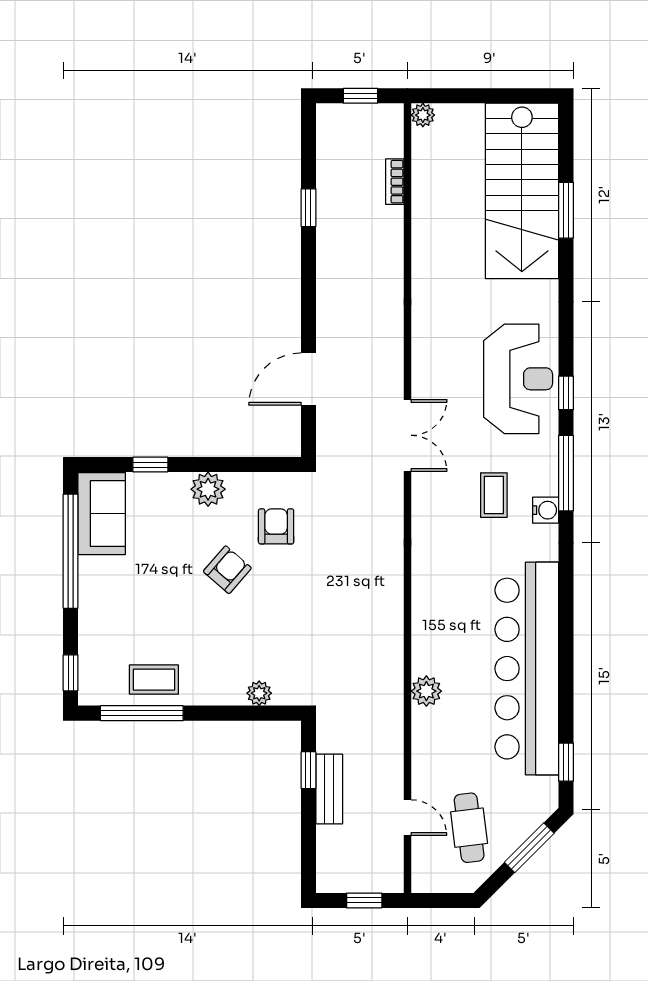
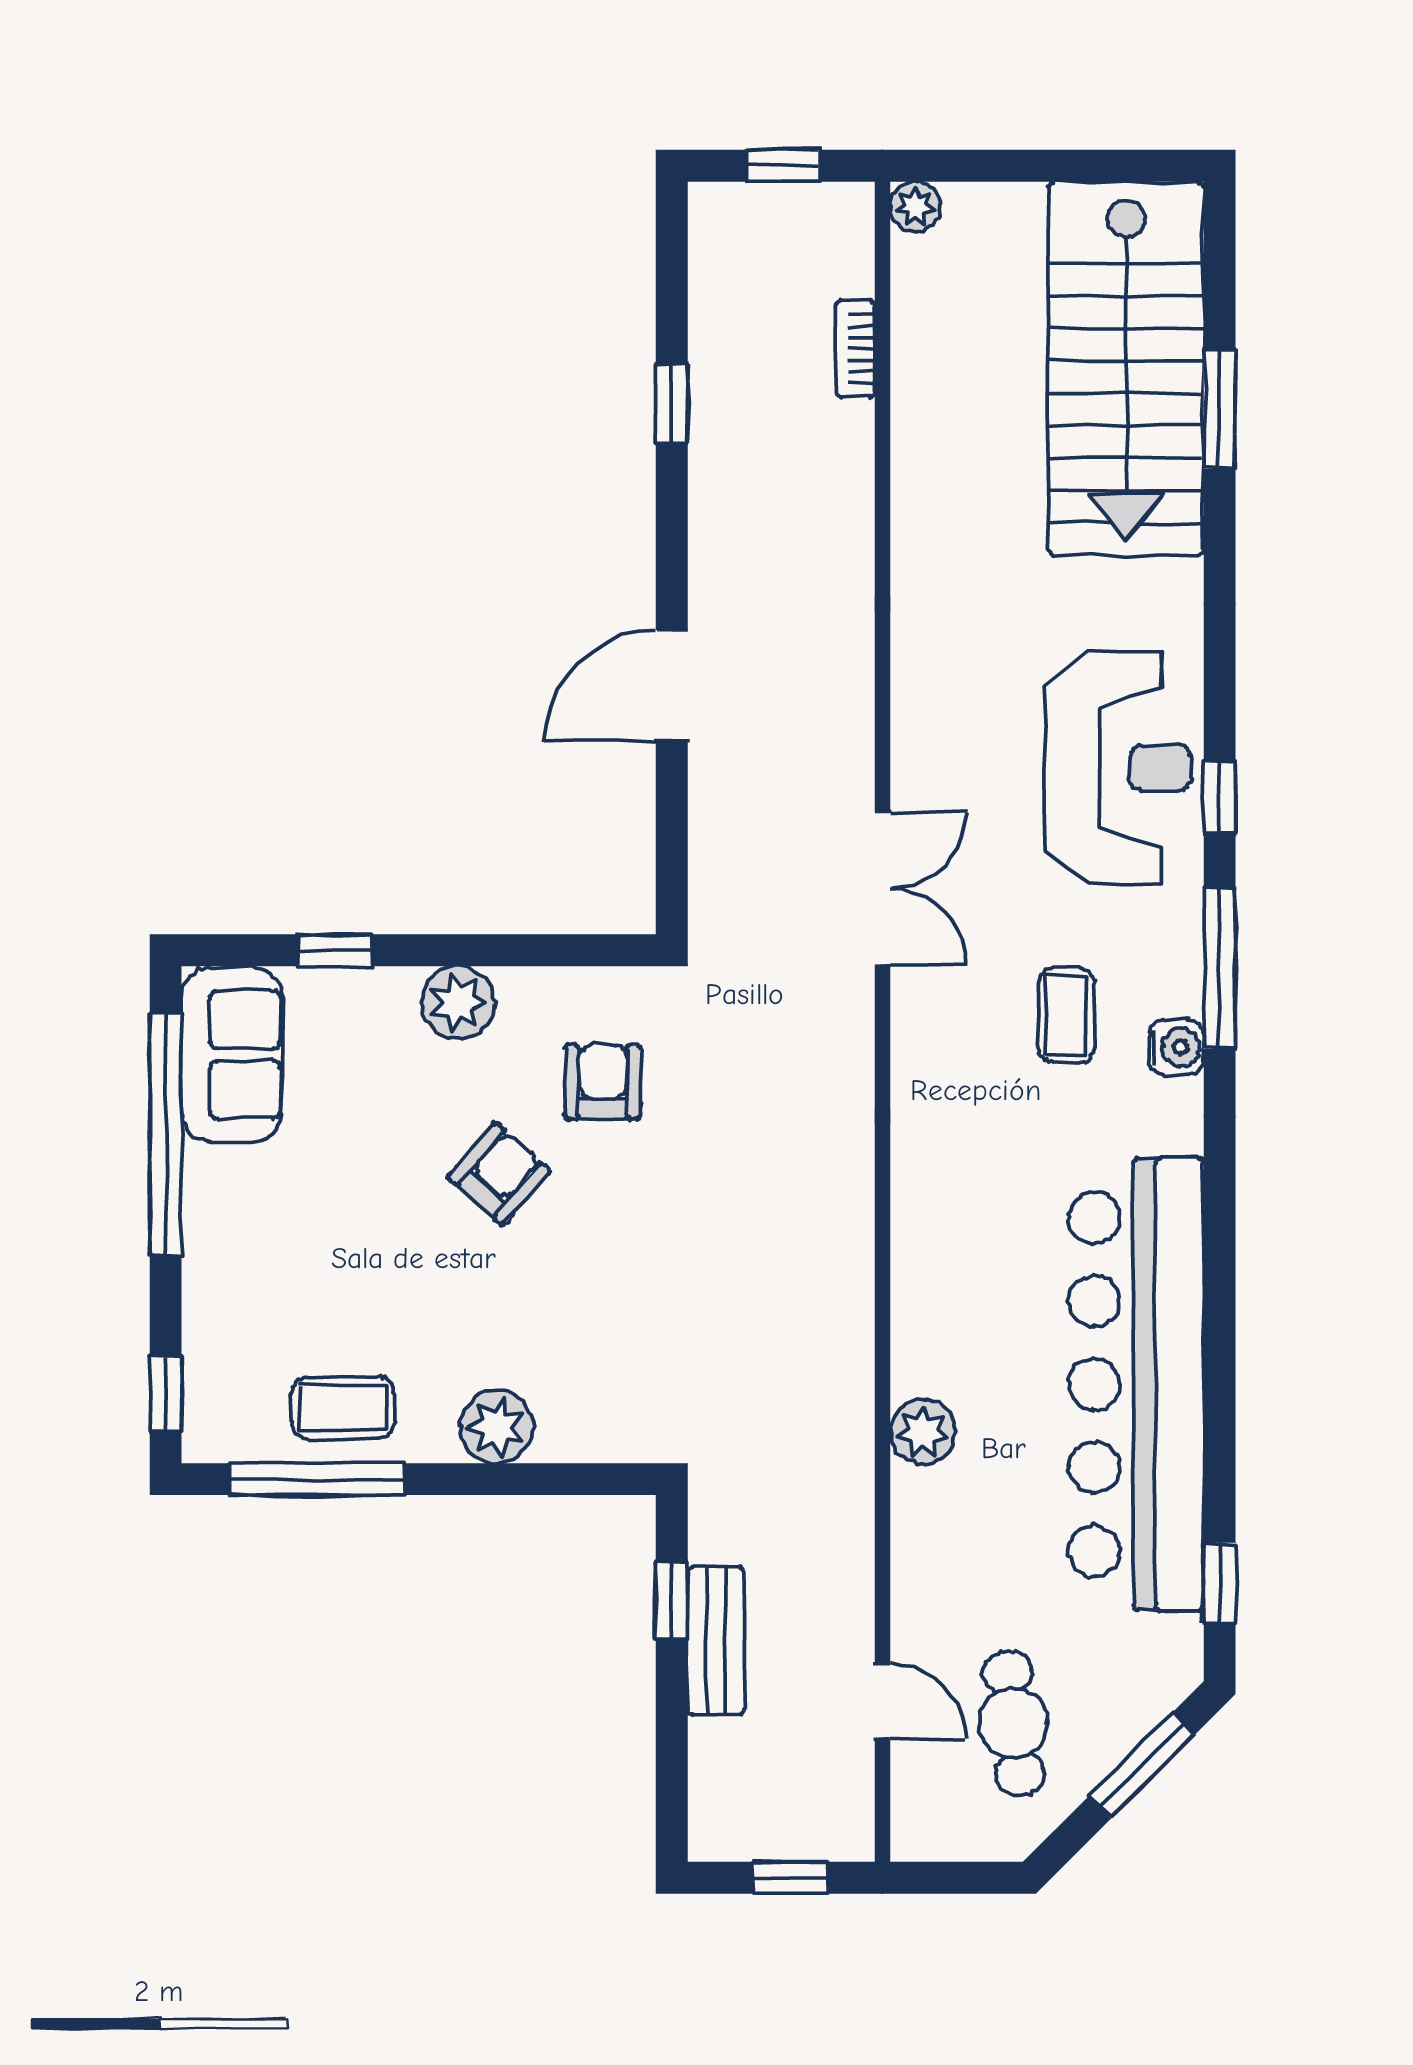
door: (308, 379) -> (672, 685), moved
plant: (259, 693) -> (497, 1427), moved, width x1.38, depth x1.38

